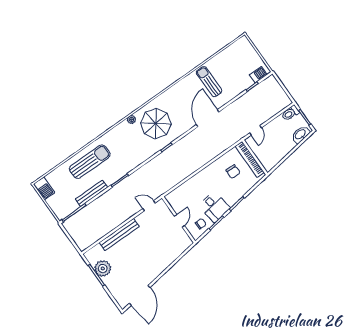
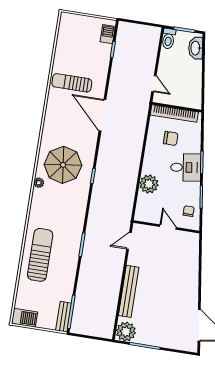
plant: (194, 185) -> (149, 184), added
bench: (92, 193) -> (64, 317), moved, width x0.73
desk: (214, 207) -> (186, 167), moved
plant: (103, 268) -> (126, 332), moved

